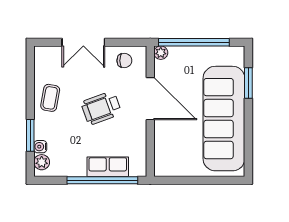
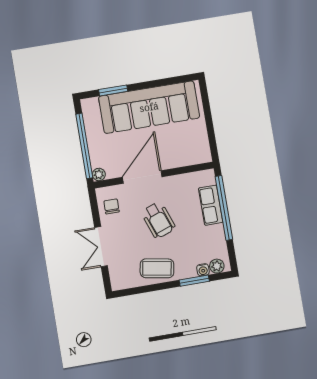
double door: (83, 42) -> (101, 247), swing flipped
coffee table: (50, 98) -> (157, 268), width x1.36, depth x1.30

